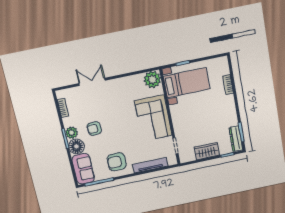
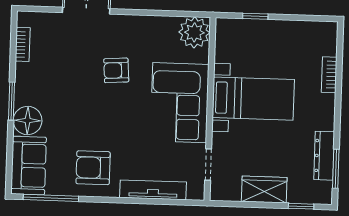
bed with nightstands: (187, 83) -> (253, 99), moved
armchair: (94, 128) -> (116, 70), moved
plant: (72, 133) -> (26, 93), removed
dresser: (236, 139) -> (324, 156), moved

